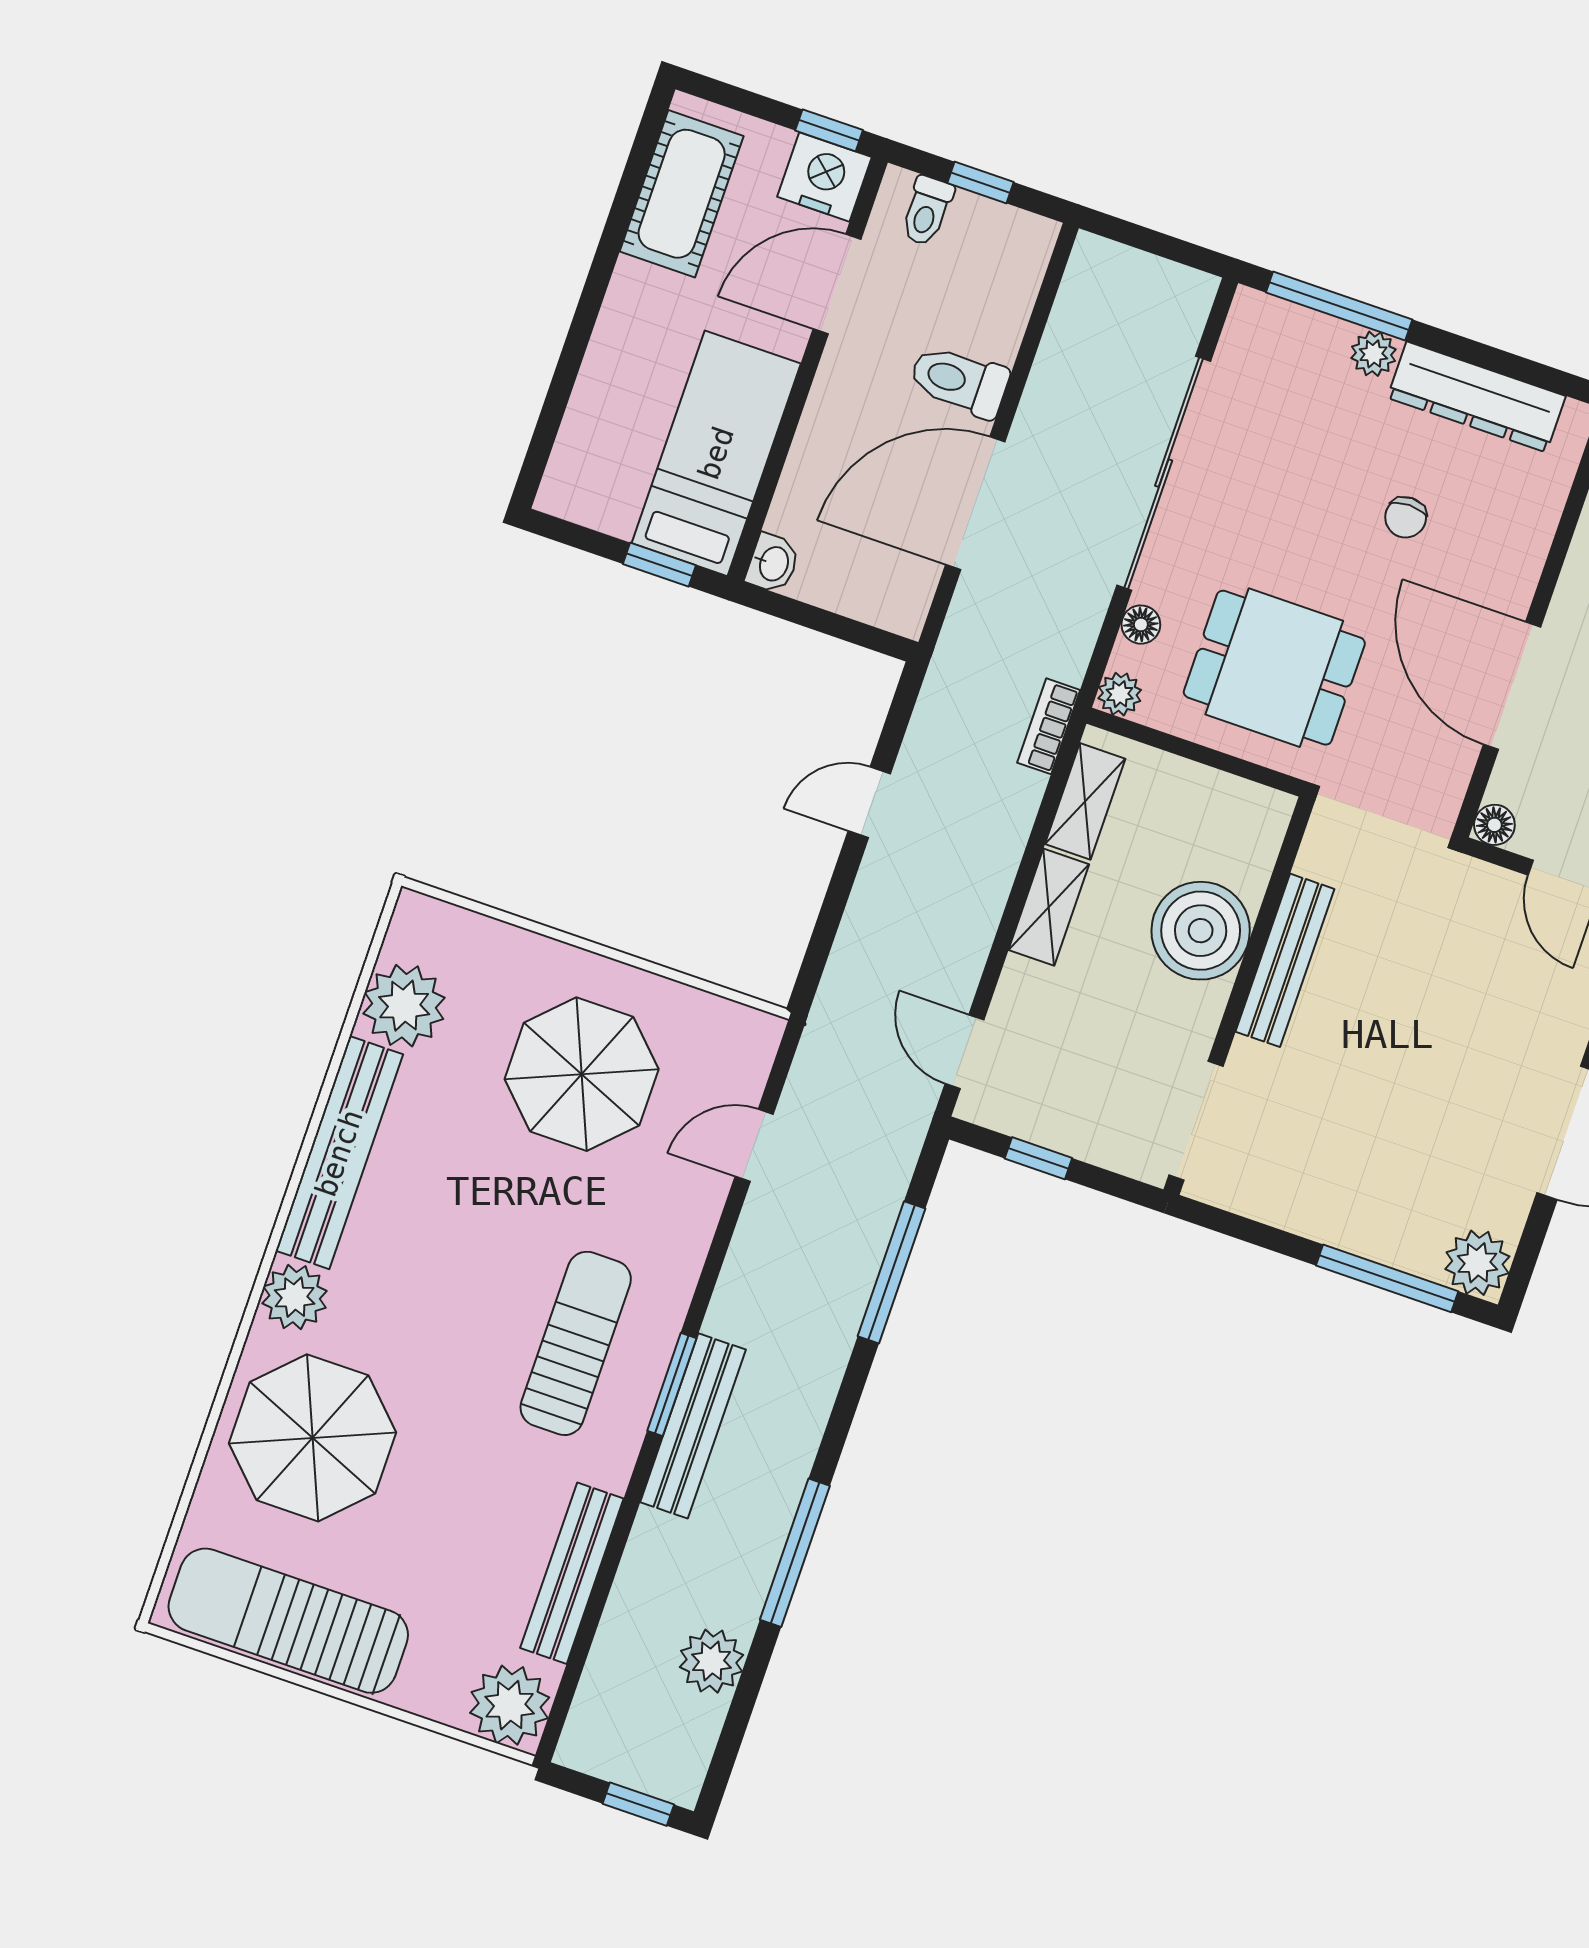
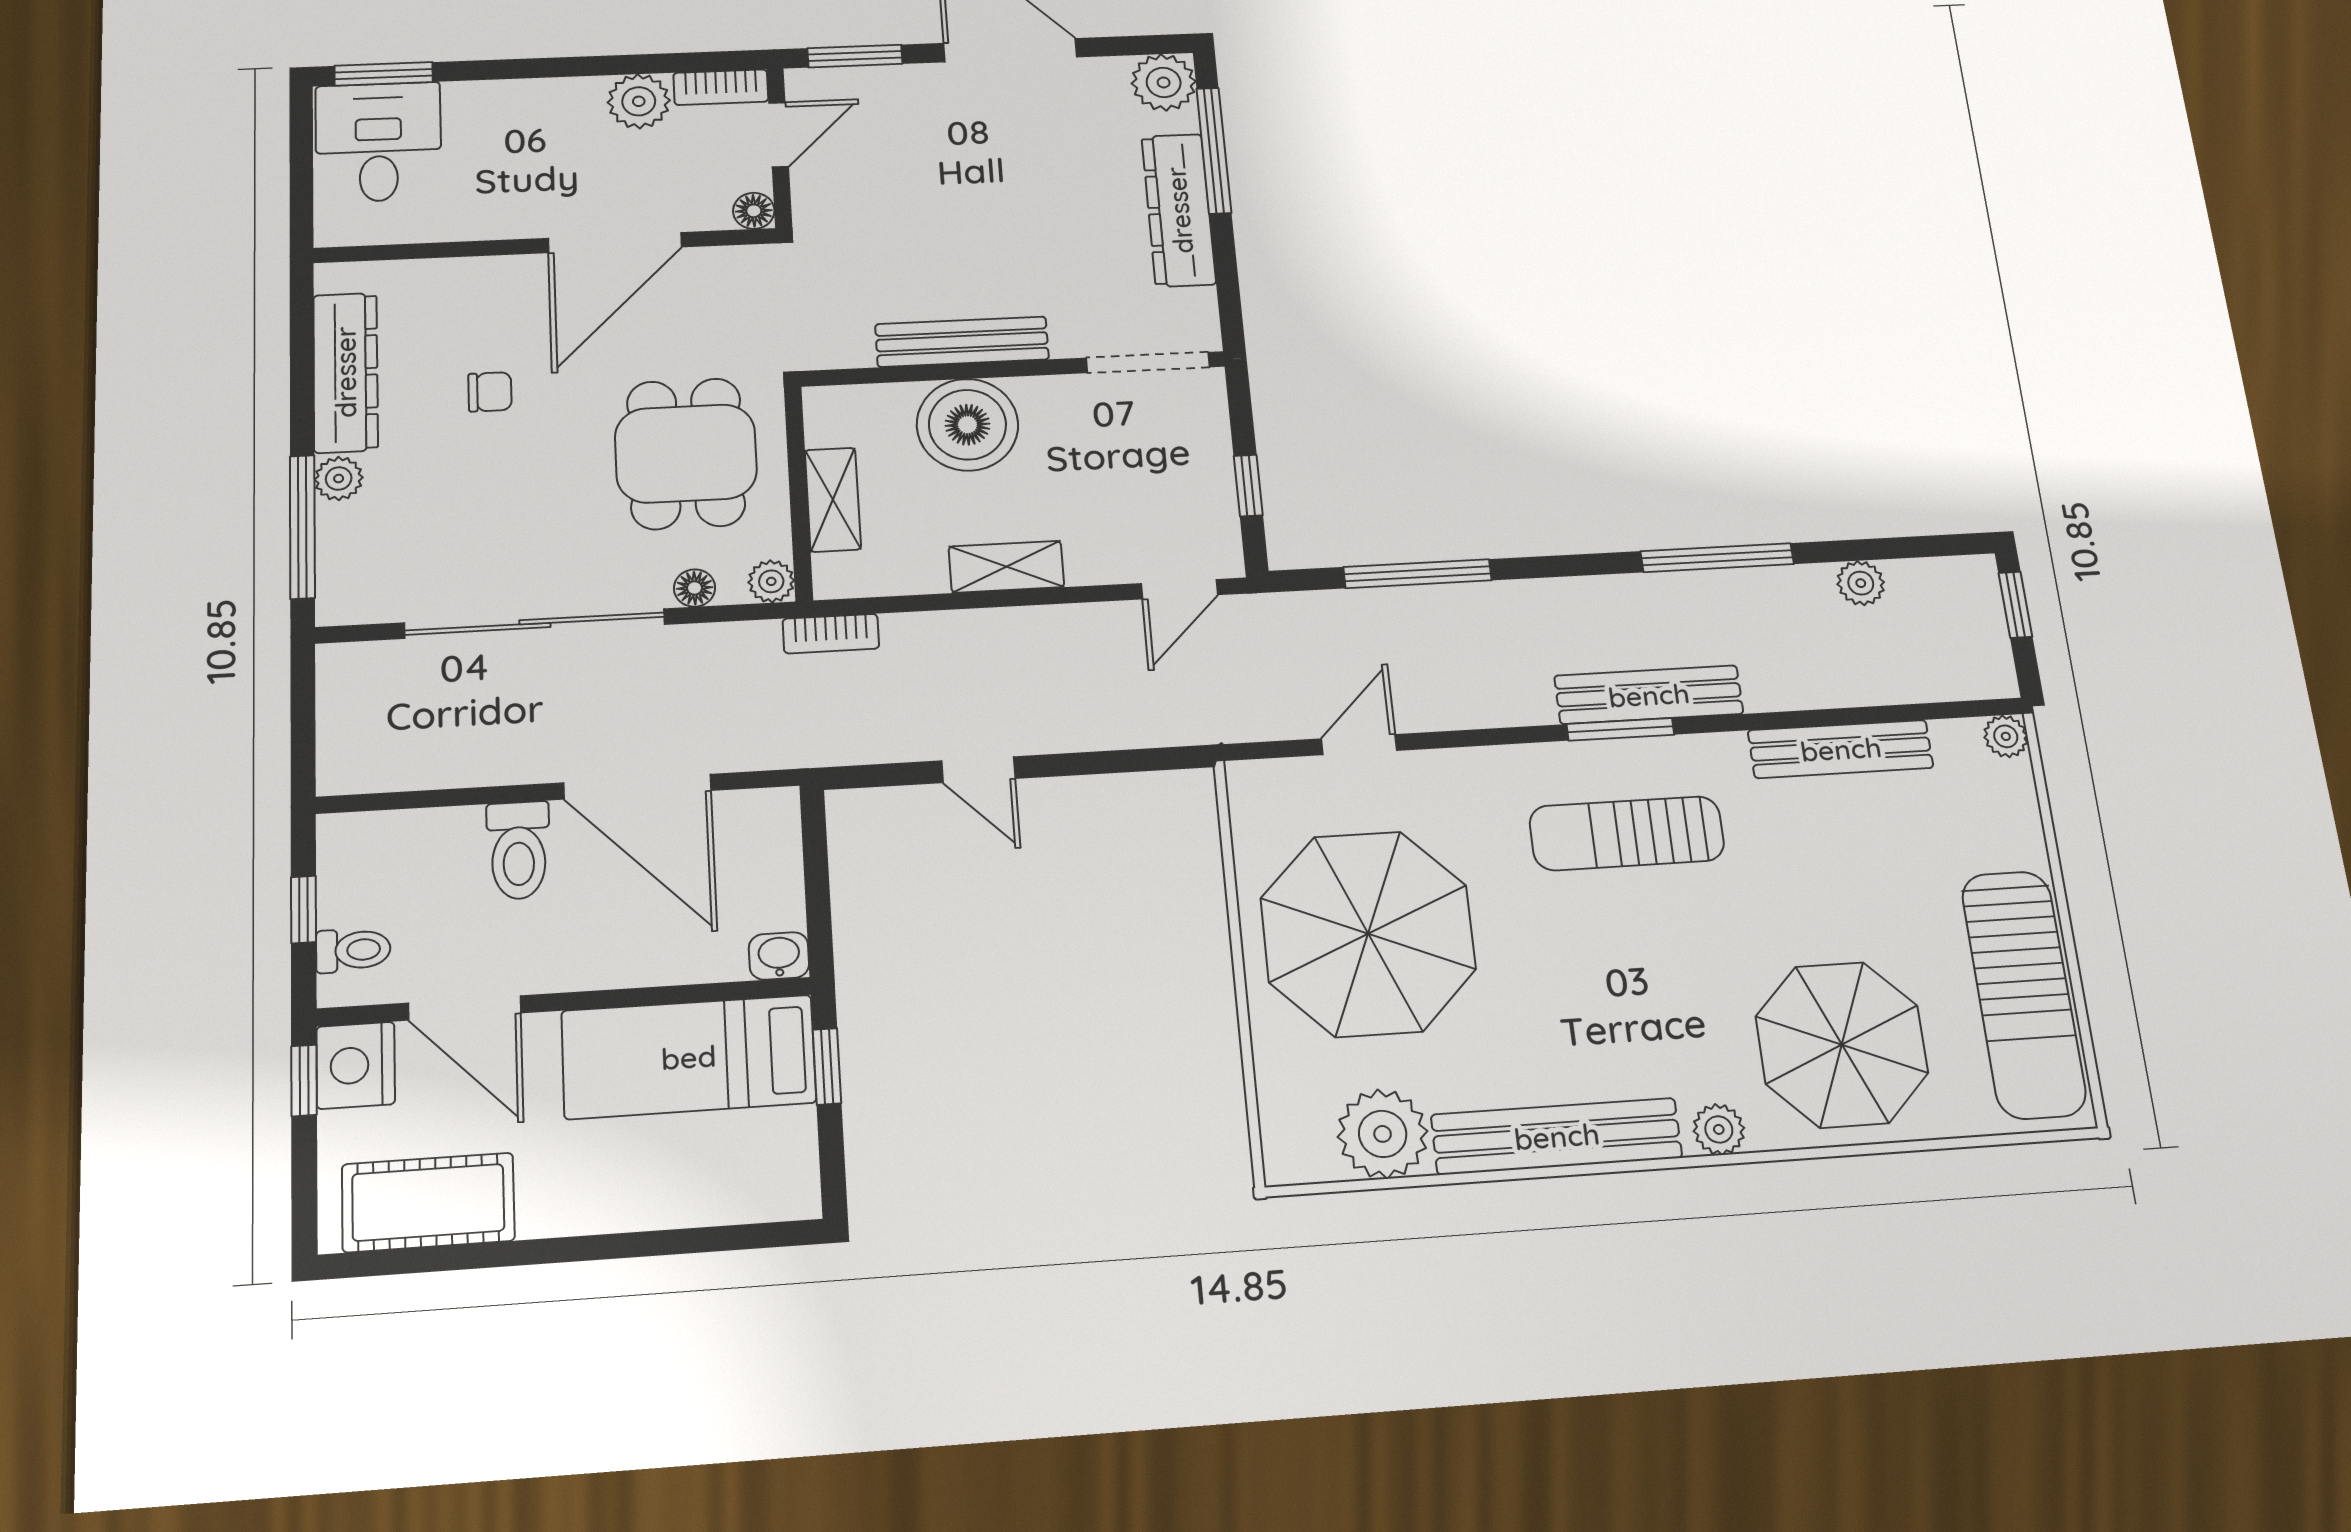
shelving: (1085, 801) -> (833, 500), moved, turned 90
parasol: (582, 1074) -> (1368, 934), width x1.36, depth x1.36
door: (754, 1145) -> (1359, 745), swing flipped
dresser: (1339, 1218) -> (1179, 210), added
plant: (295, 1297) -> (1719, 1129), width x0.73, depth x0.73
plant: (712, 1661) -> (1861, 583), width x0.73, depth x0.73
plant: (510, 1705) -> (2006, 736), width x0.53, depth x0.53

